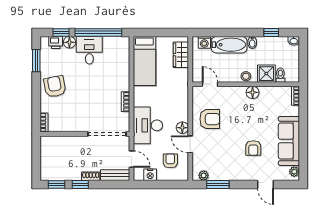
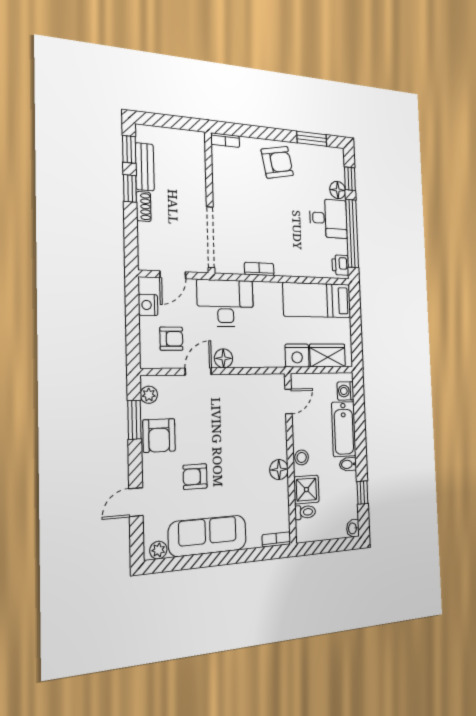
printer: (56, 42) -> (340, 265), moved
nightstand: (181, 77) -> (297, 356), added
armchair: (210, 119) -> (159, 435), moved
bench: (115, 175) -> (145, 167), moved

